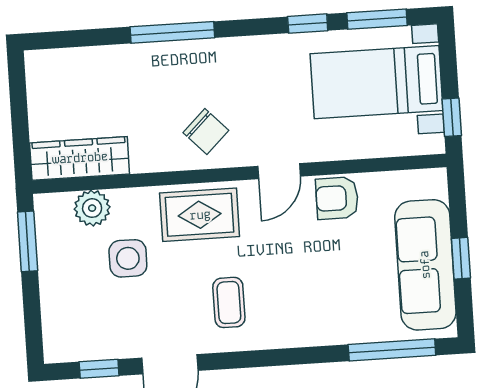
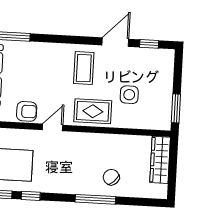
chair: (206, 131) -> (111, 177), moved
wardrobe: (80, 158) -> (160, 160), moved, turned 90
plant: (92, 208) -> (143, 121), removed
coffee table: (229, 302) -> (84, 68), width x1.36, depth x1.30

